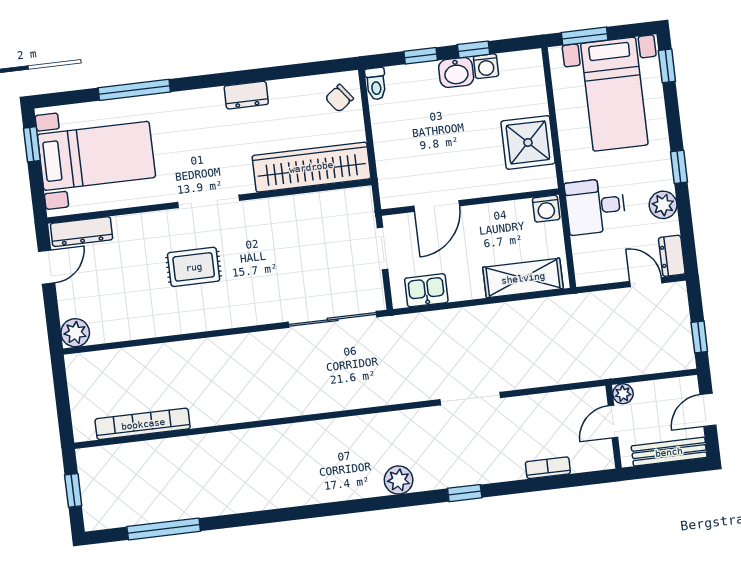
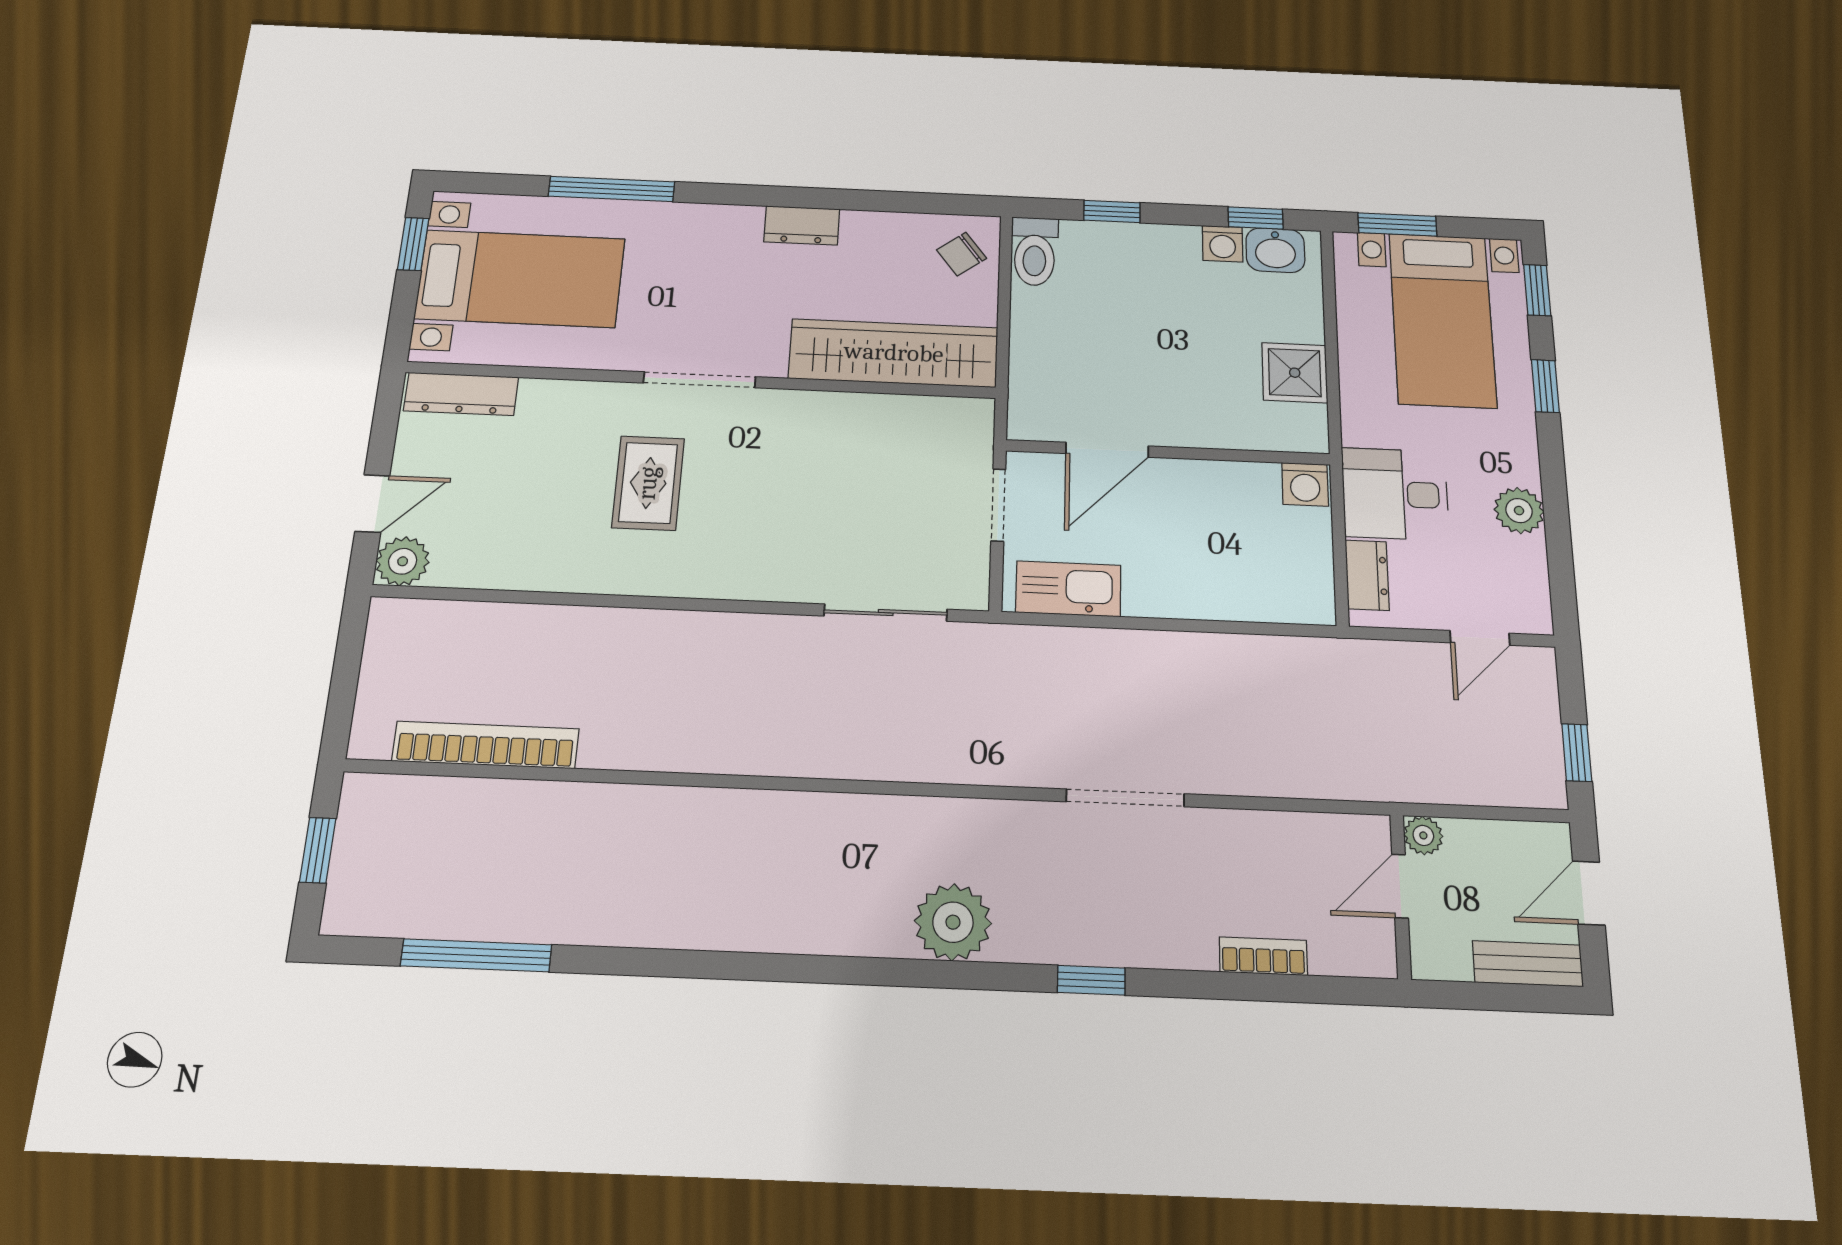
window: (474, 49) -> (1256, 218), moved
washbasin: (456, 72) -> (1275, 250), moved
toilet: (376, 84) -> (1035, 251), width x1.37, depth x1.39
shower: (528, 142) -> (1295, 373), width x0.73, depth x0.73
window: (679, 167) -> (1545, 386), moved
dresser: (672, 256) -> (1367, 575), moved, turned 180
door: (47, 267) -> (372, 504), moved
rug: (194, 267) -> (648, 483), turned 90
shelving: (523, 278) -> (1251, 595), removed
door: (646, 282) -> (1480, 638), swing flipped
kitchen sink: (426, 290) -> (1068, 589), width x1.38
sliding door: (333, 319) -> (886, 613), width x0.73
bench: (669, 452) -> (1528, 964), width x0.73
plant: (399, 480) -> (953, 922), width x1.36, depth x1.36

